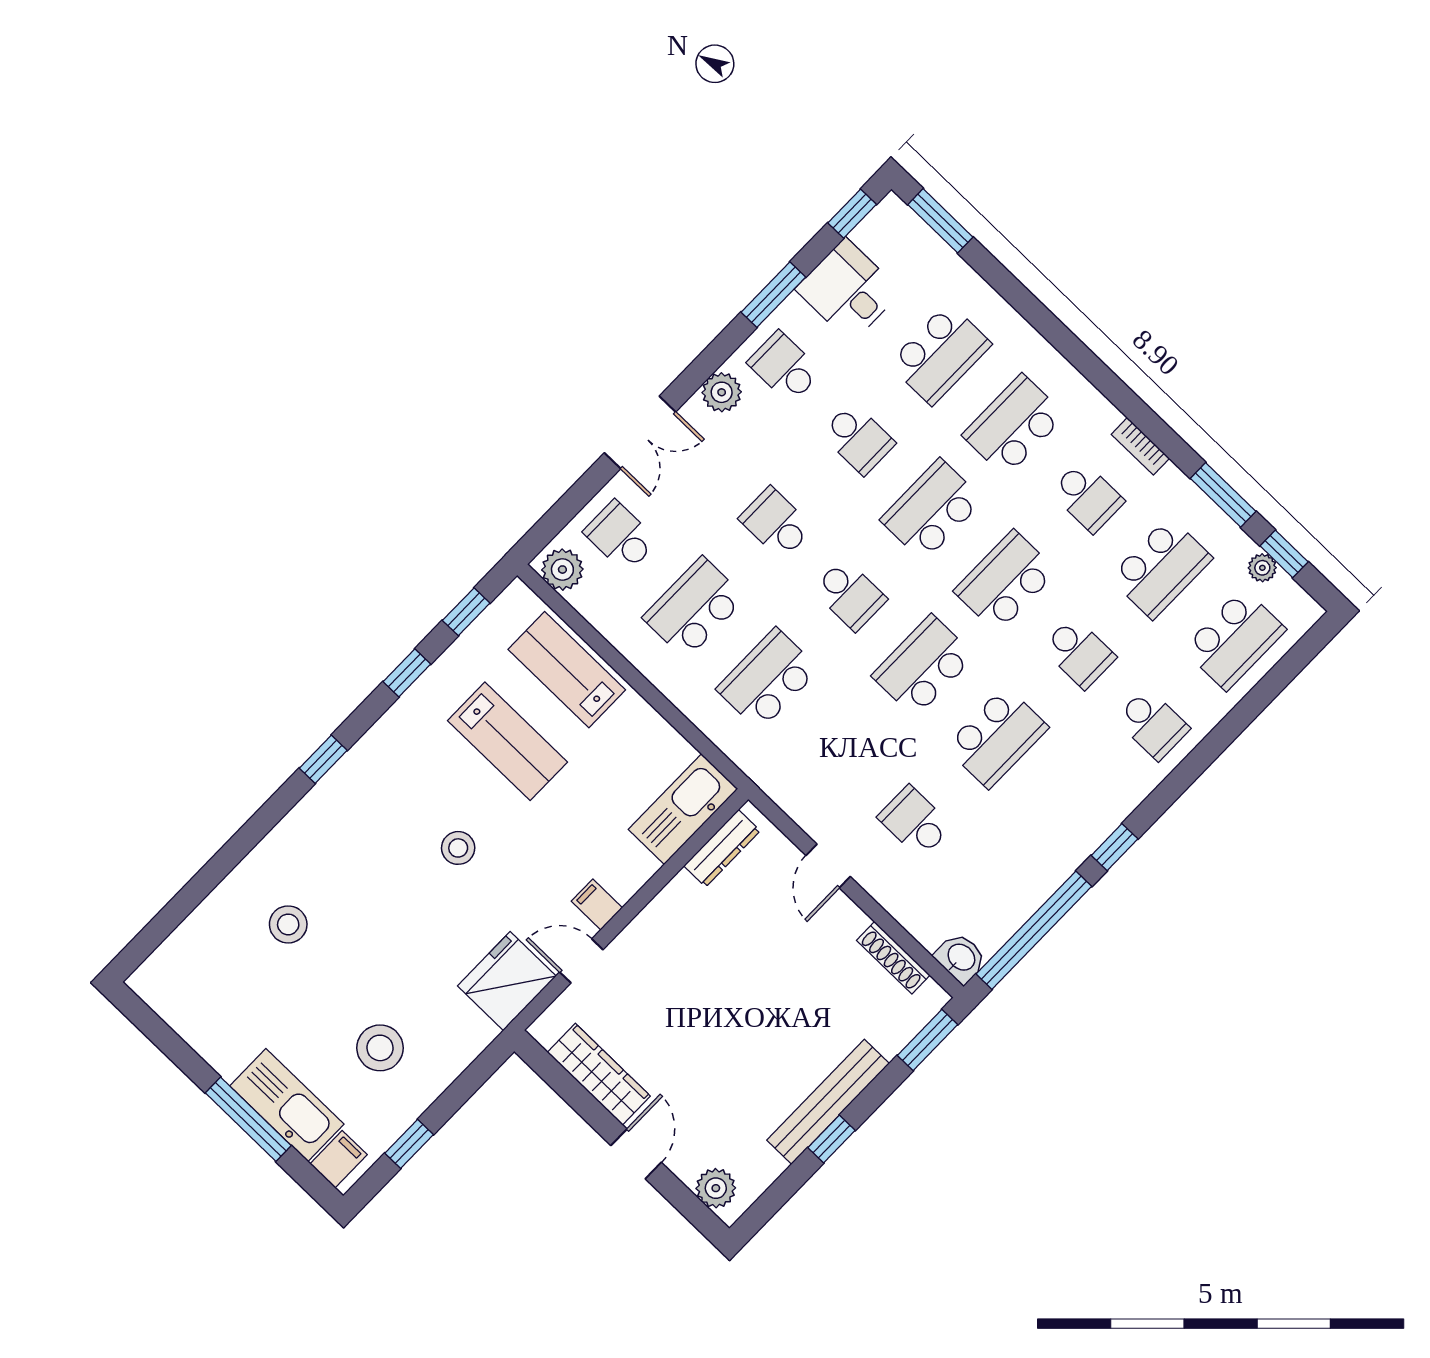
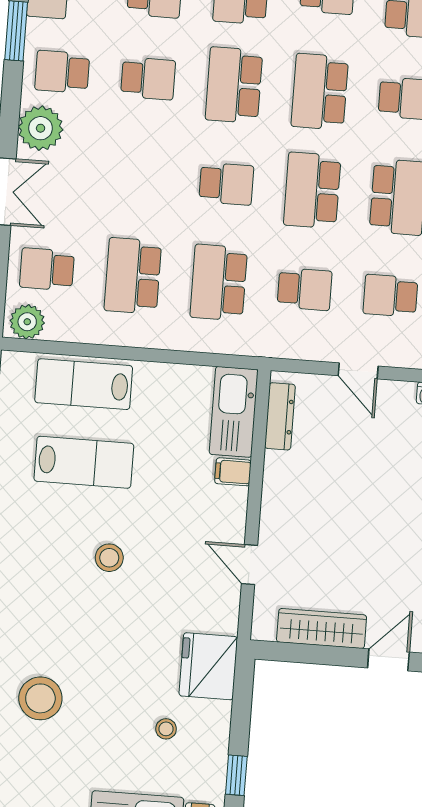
plant: (722, 392) -> (41, 128), width x1.36, depth x1.36
school desk: (776, 523) -> (305, 289), moved, turned 180
filing cabinet: (597, 904) -> (233, 472), moved
stool: (288, 924) -> (40, 698), width x1.38, depth x1.38
door: (581, 961) -> (249, 565), hinge flipped
fridge: (507, 981) -> (208, 666), moved
stool: (380, 1048) -> (166, 729), width x0.53, depth x0.53
door: (636, 1154) -> (388, 660), hinge flipped

